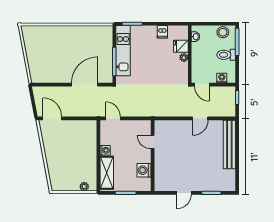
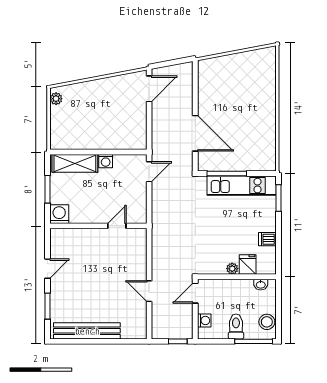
bench: (229, 144) -> (87, 331), moved
washing machine: (144, 170) -> (59, 214), moved
plant: (84, 187) -> (56, 99), moved
door: (184, 193) -> (47, 269), swing flipped

